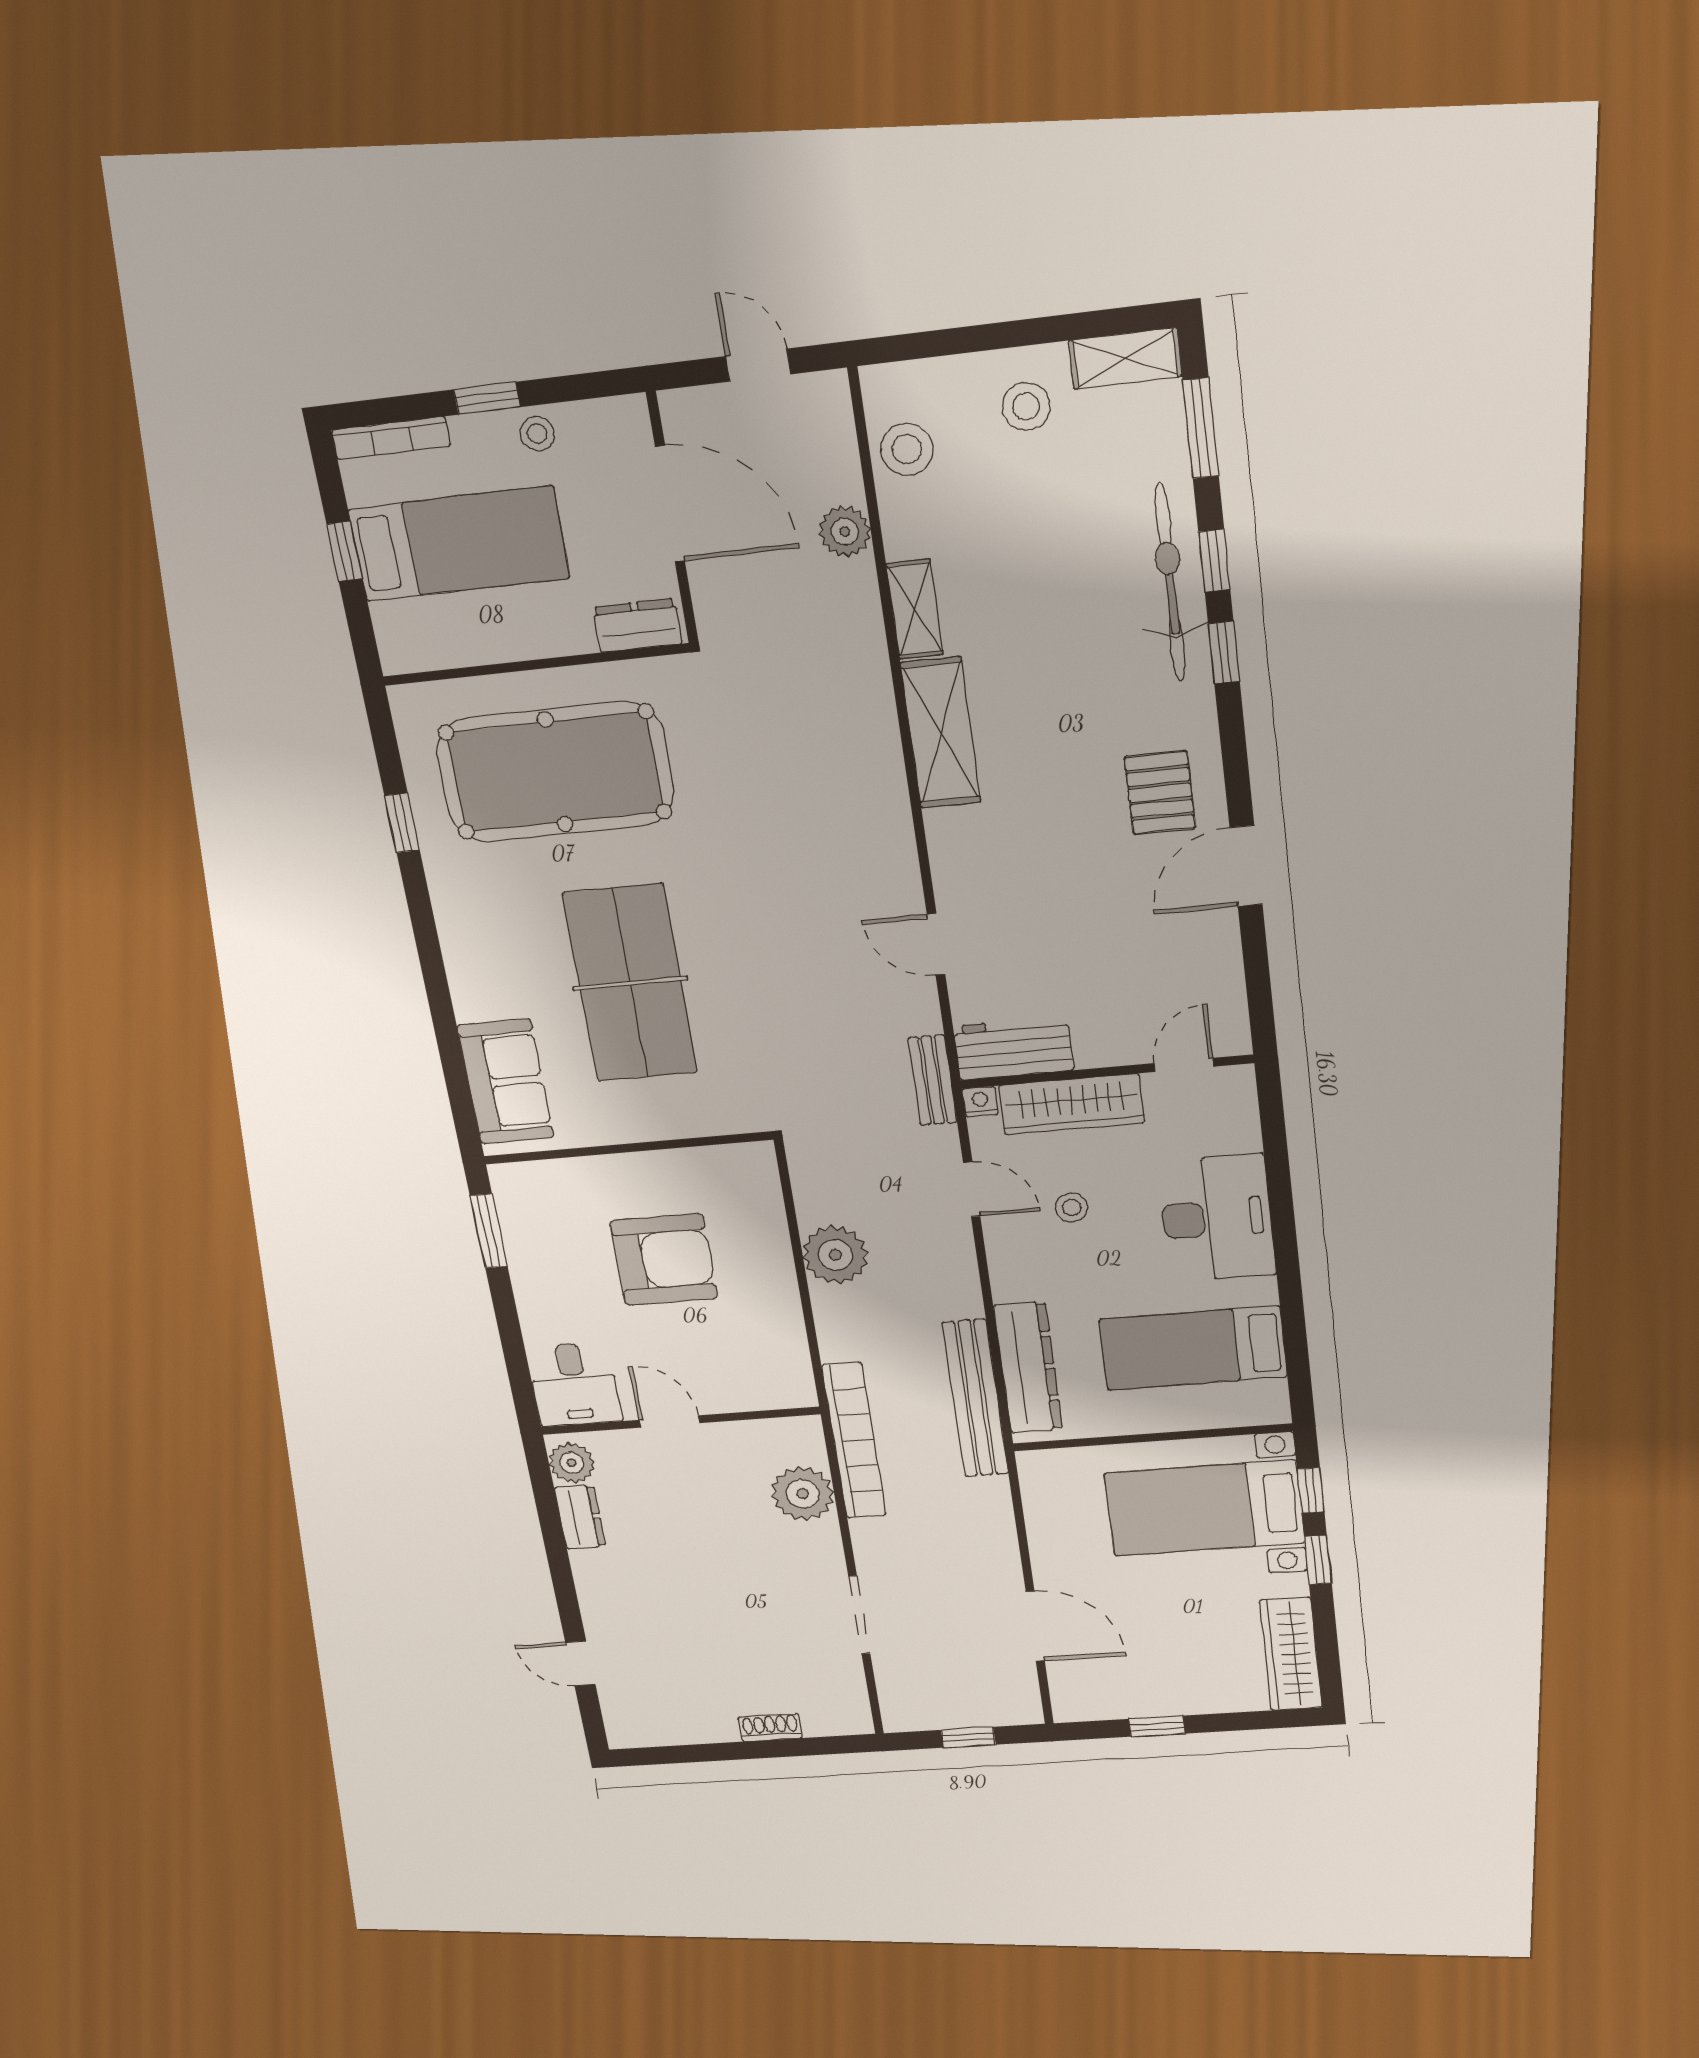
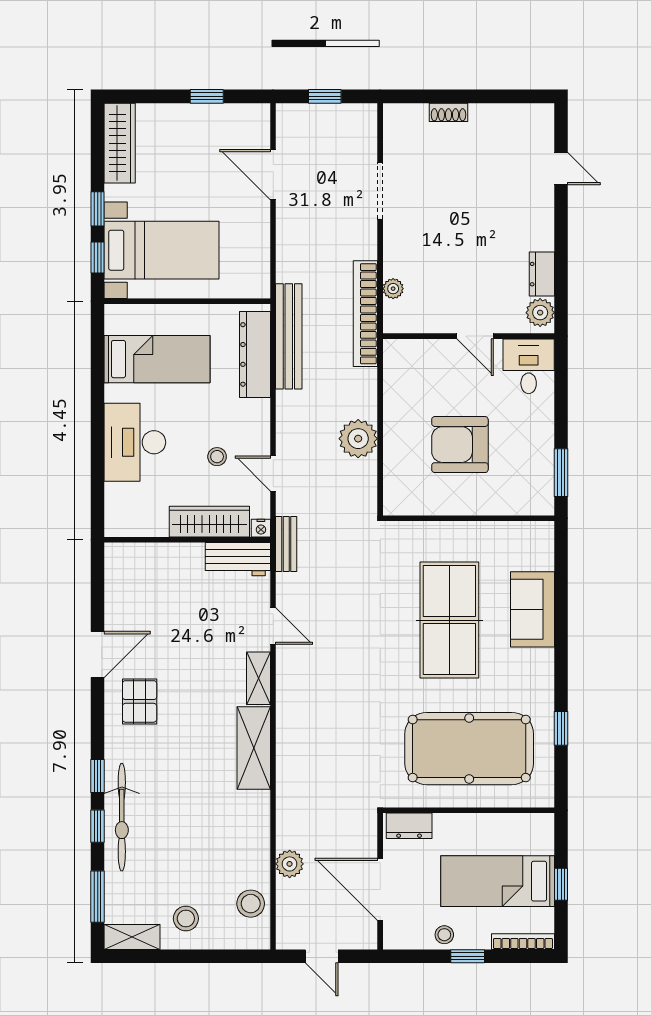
shelving: (915, 609) -> (258, 678), moved
door: (1184, 1065) -> (144, 540), removed
sofa: (506, 1082) -> (533, 609), moved
plant: (803, 1494) -> (393, 289), width x0.53, depth x0.53

